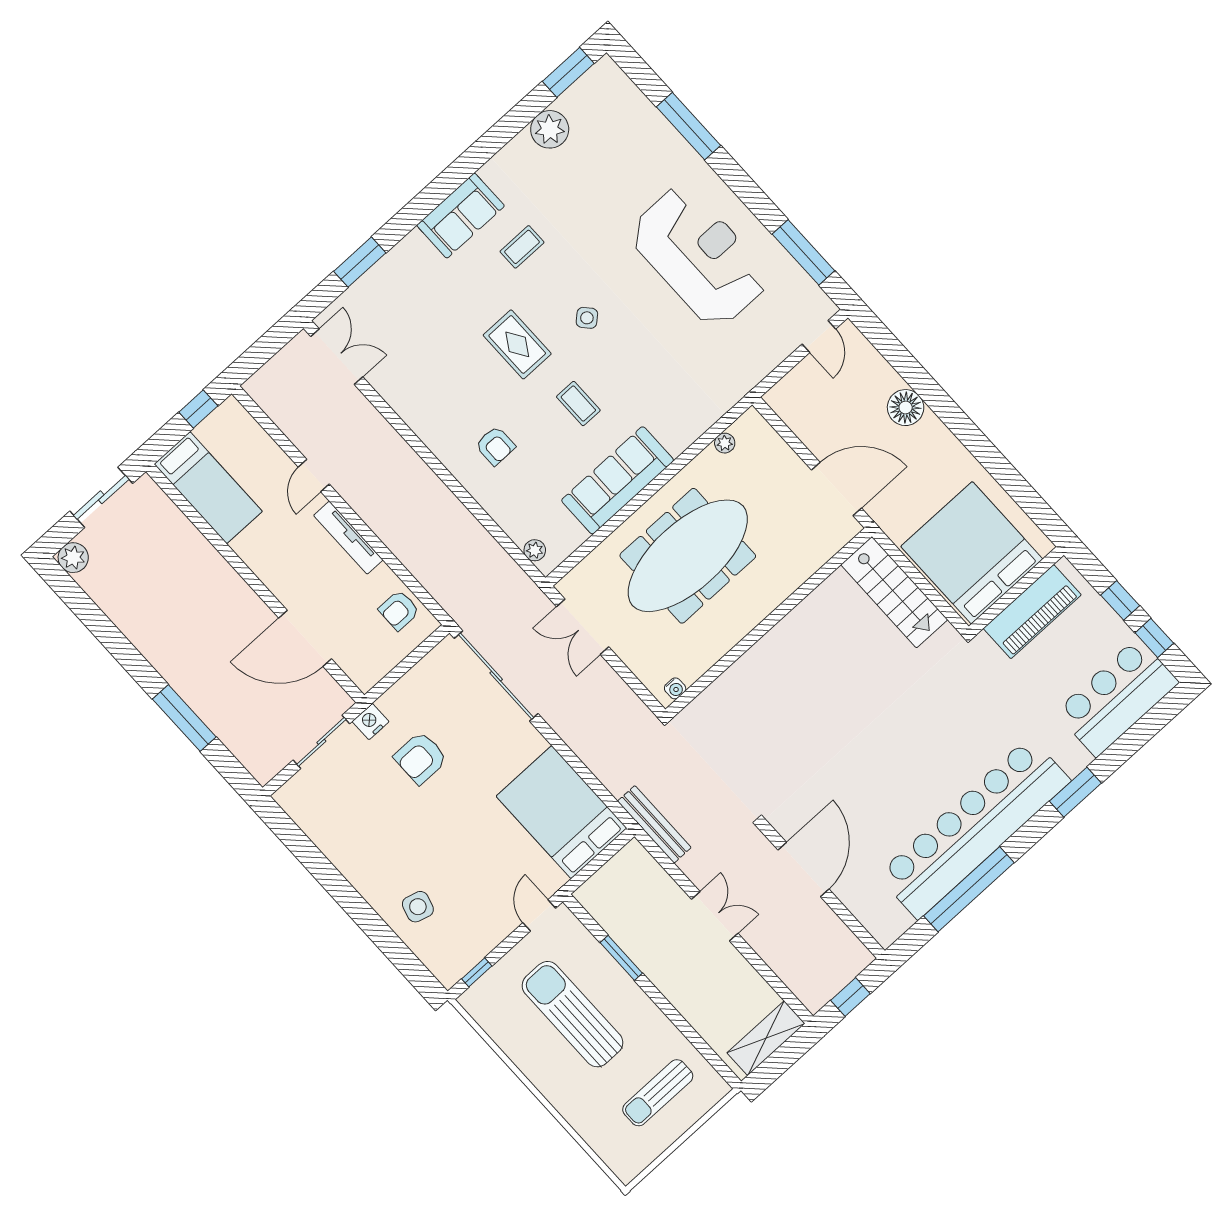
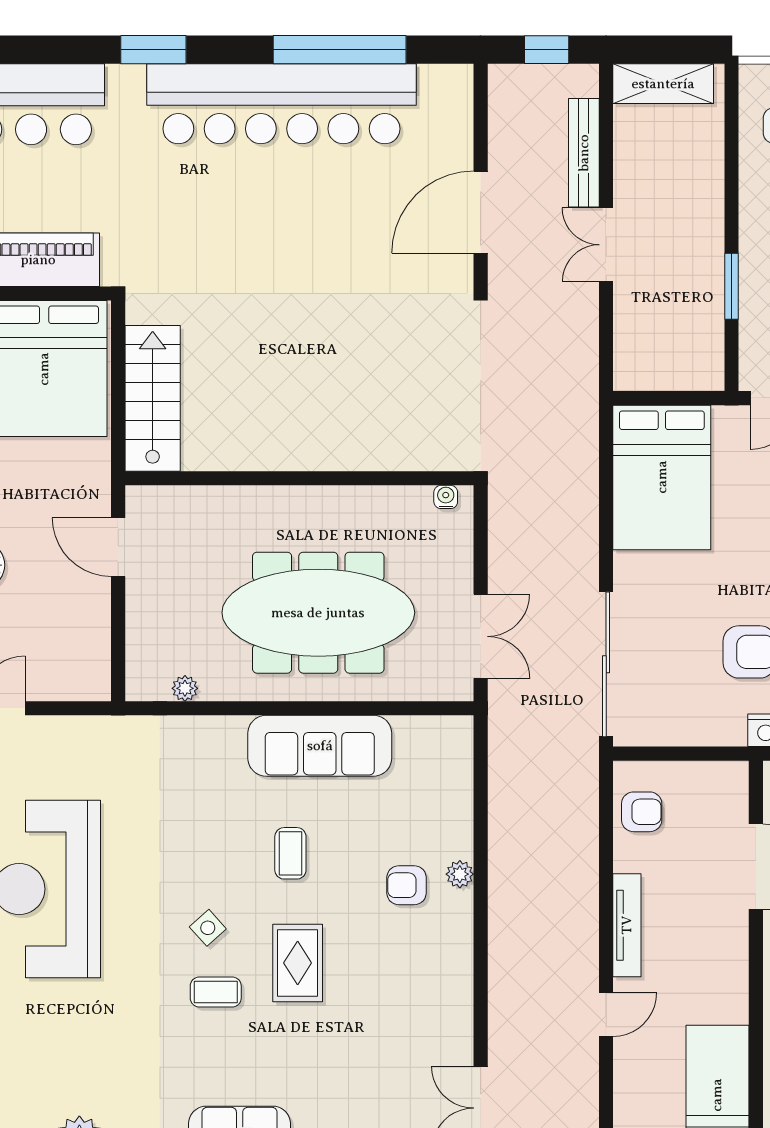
coffee table: (522, 247) -> (216, 992), moved
armchair: (495, 446) -> (407, 885), turned -90
door: (836, 489) -> (118, 547), width x0.73
plant: (535, 550) -> (460, 874), moved
bench: (654, 824) -> (584, 153), moved

